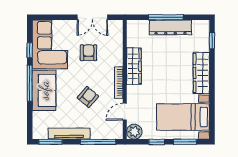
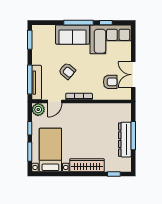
armchair: (89, 53) -> (110, 82), moved
wardrobe: (134, 66) -> (93, 109), removed
door: (125, 112) -> (55, 102), swing flipped
tv unit: (69, 134) -> (37, 83), moved

